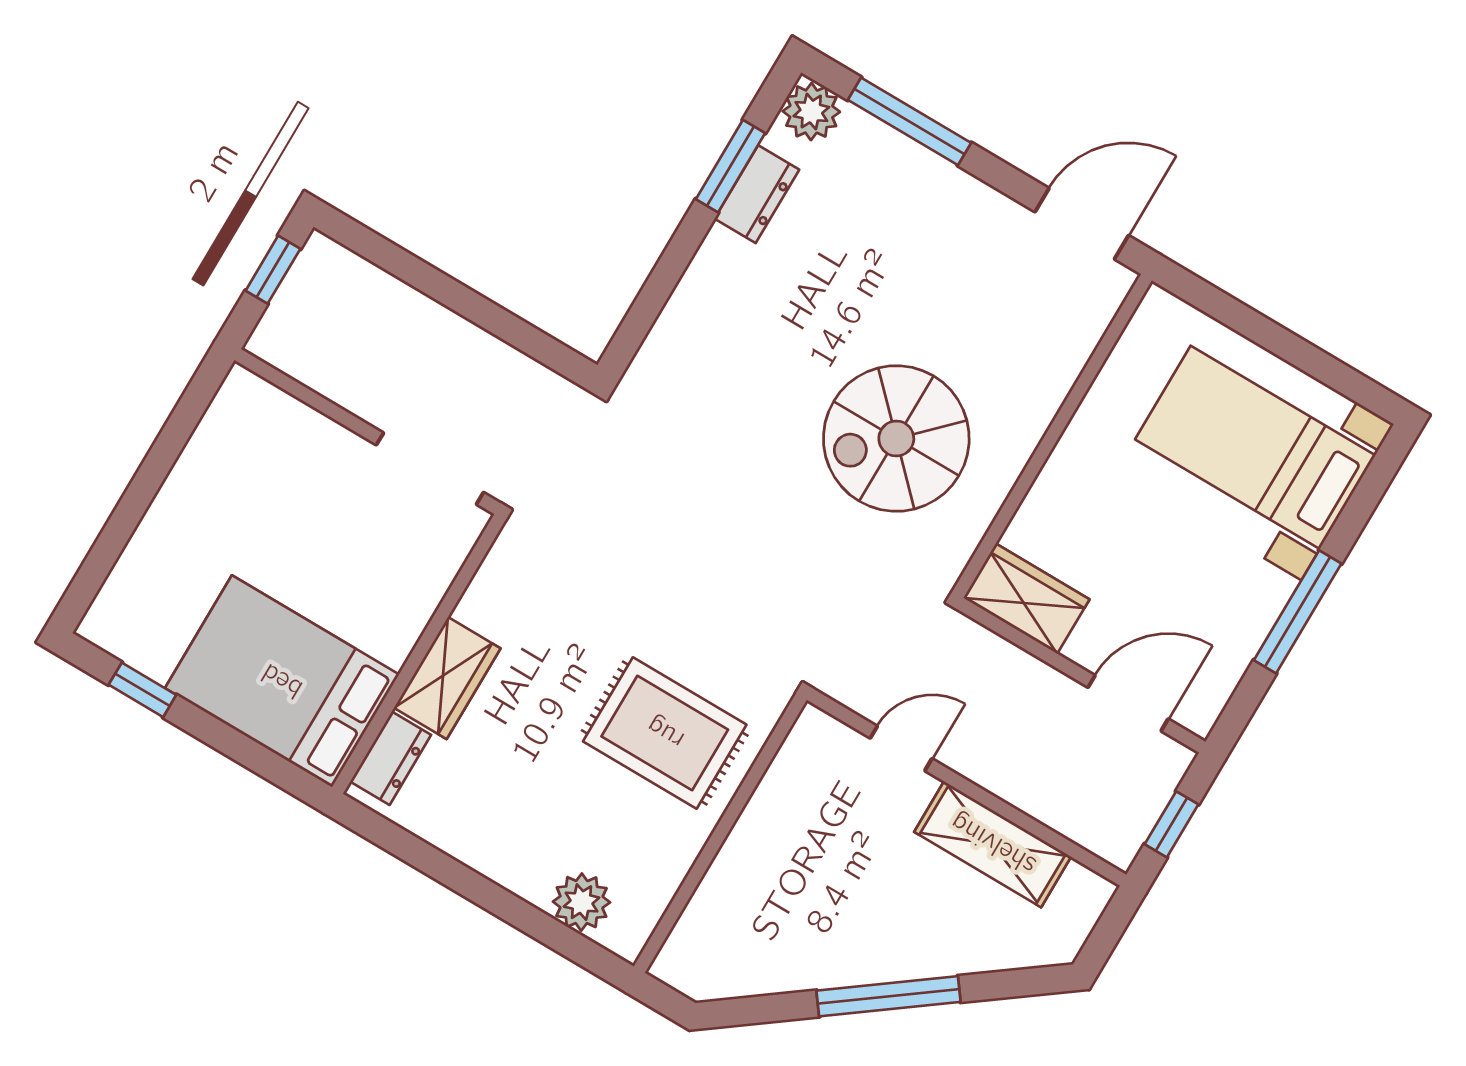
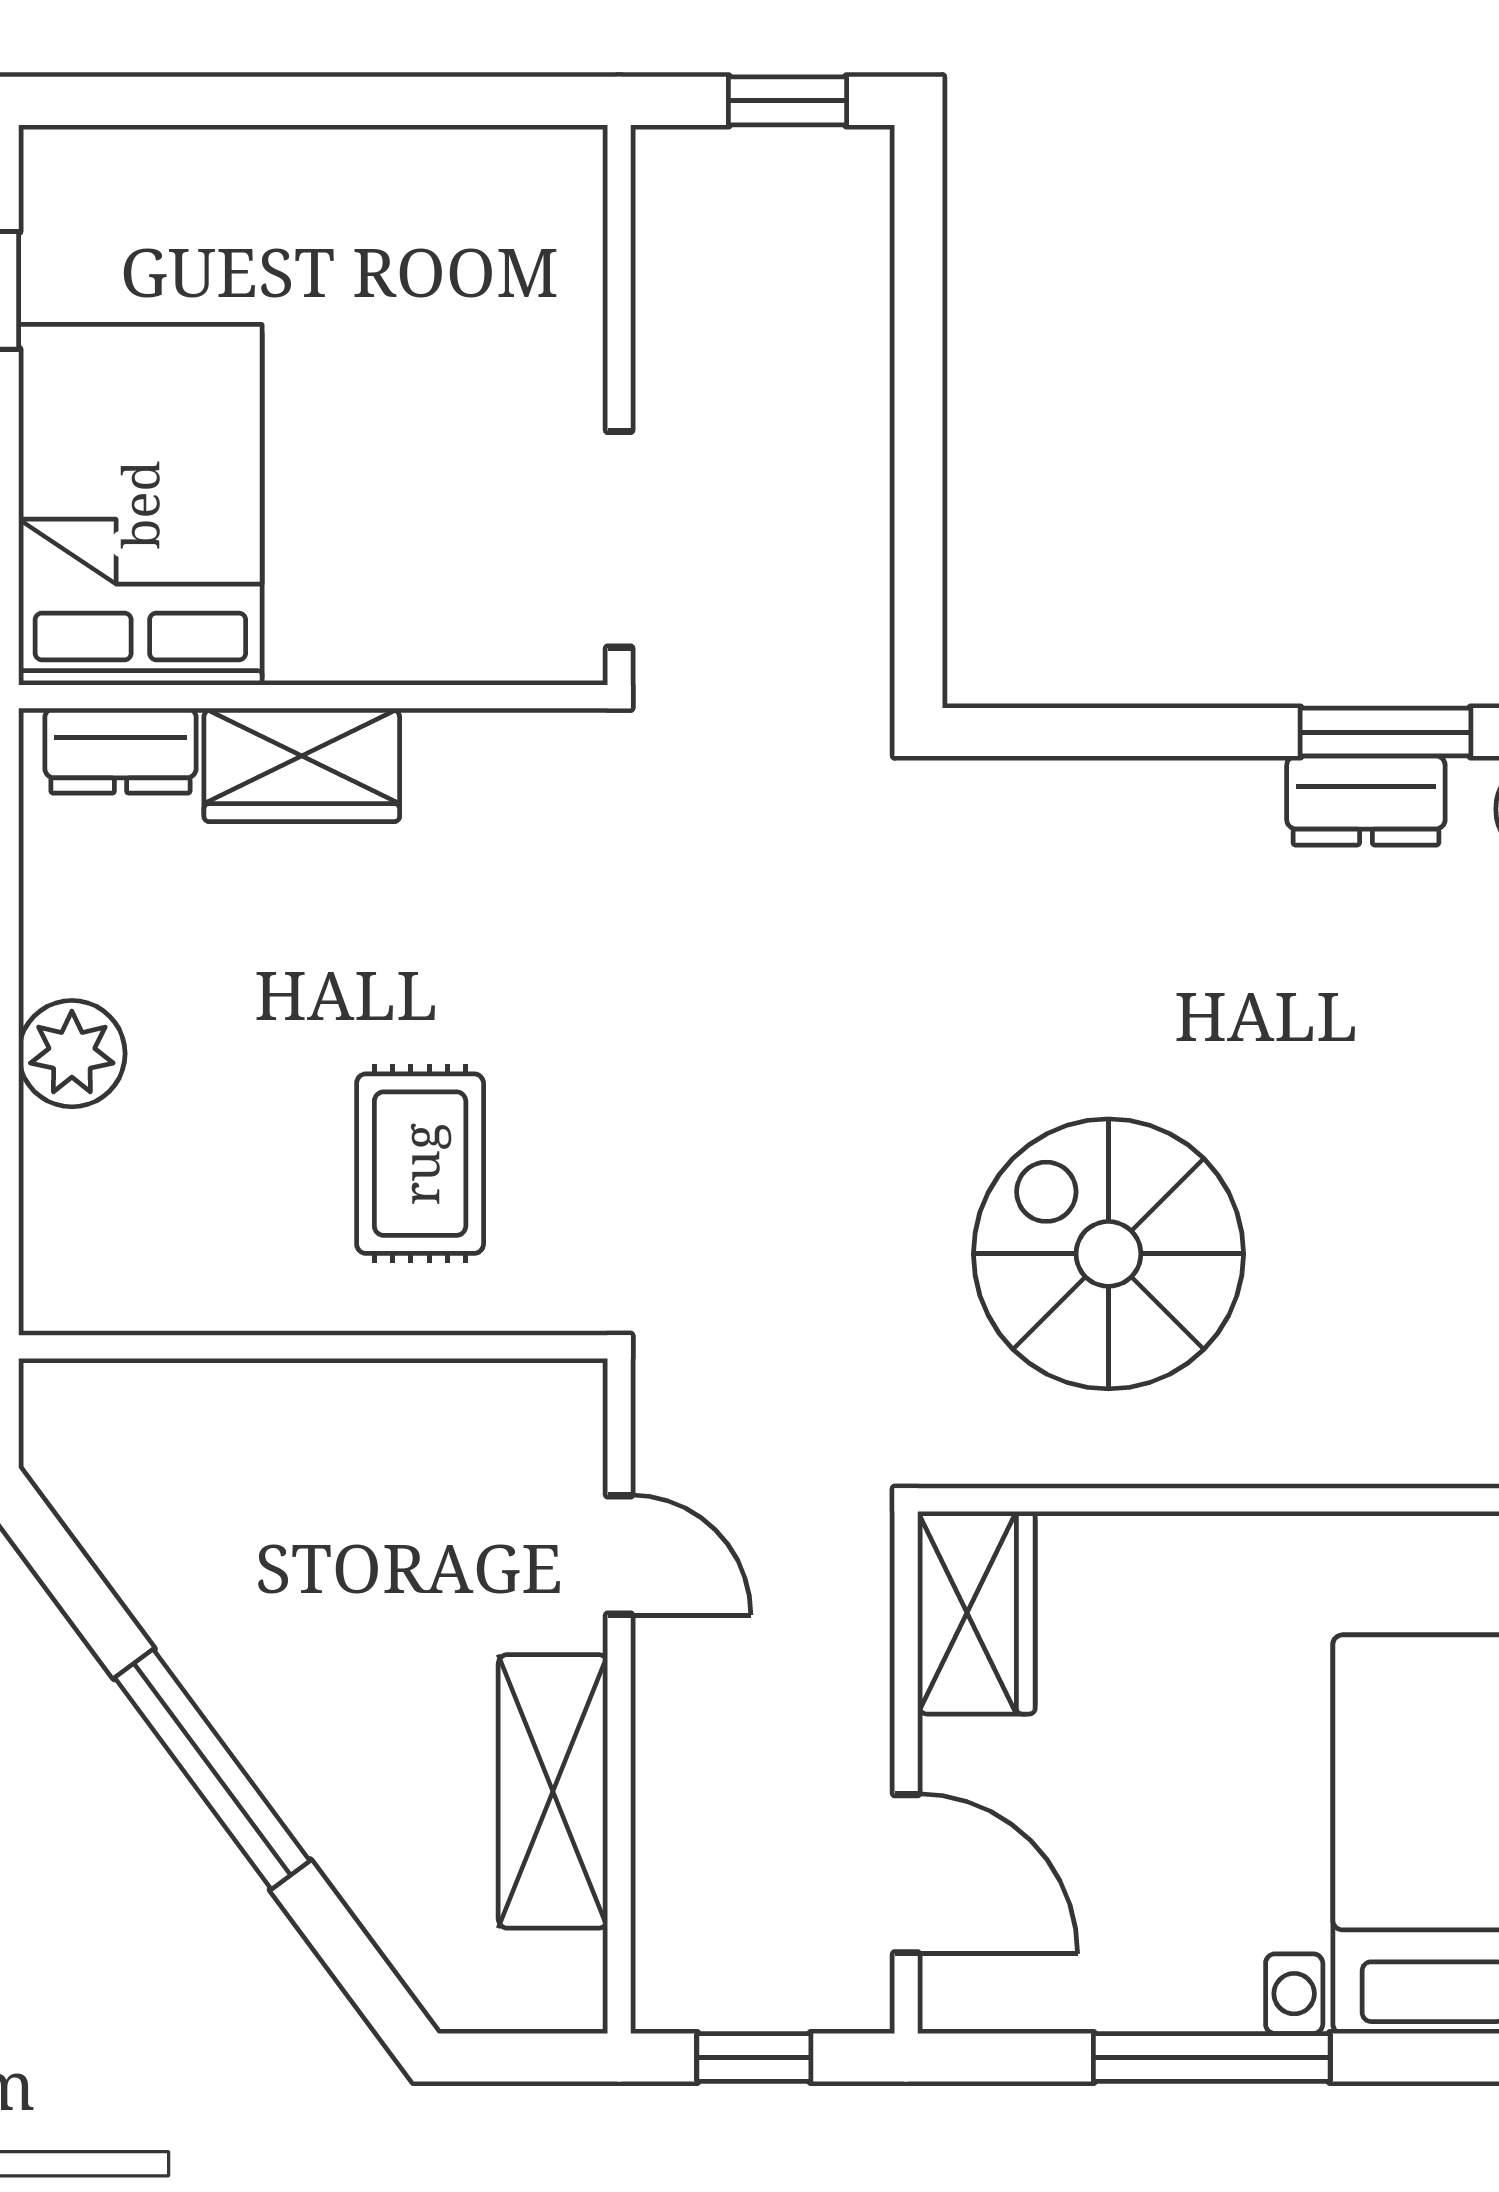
rug: (665, 733) -> (420, 1164), width x0.73, depth x0.70
plant: (581, 902) -> (72, 1054), moved

